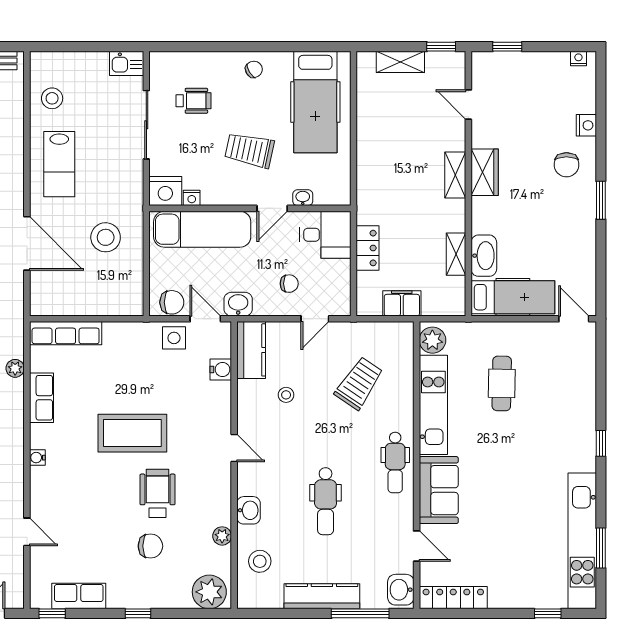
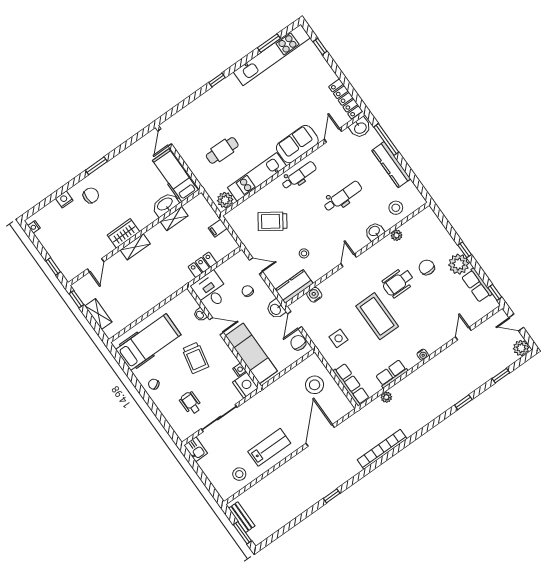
stool: (106, 237) -> (315, 385), moved
filing cabinet: (402, 303) -> (218, 228), width x0.50
side table: (174, 338) -> (339, 338), moved
plant: (209, 592) -> (459, 264), moved

